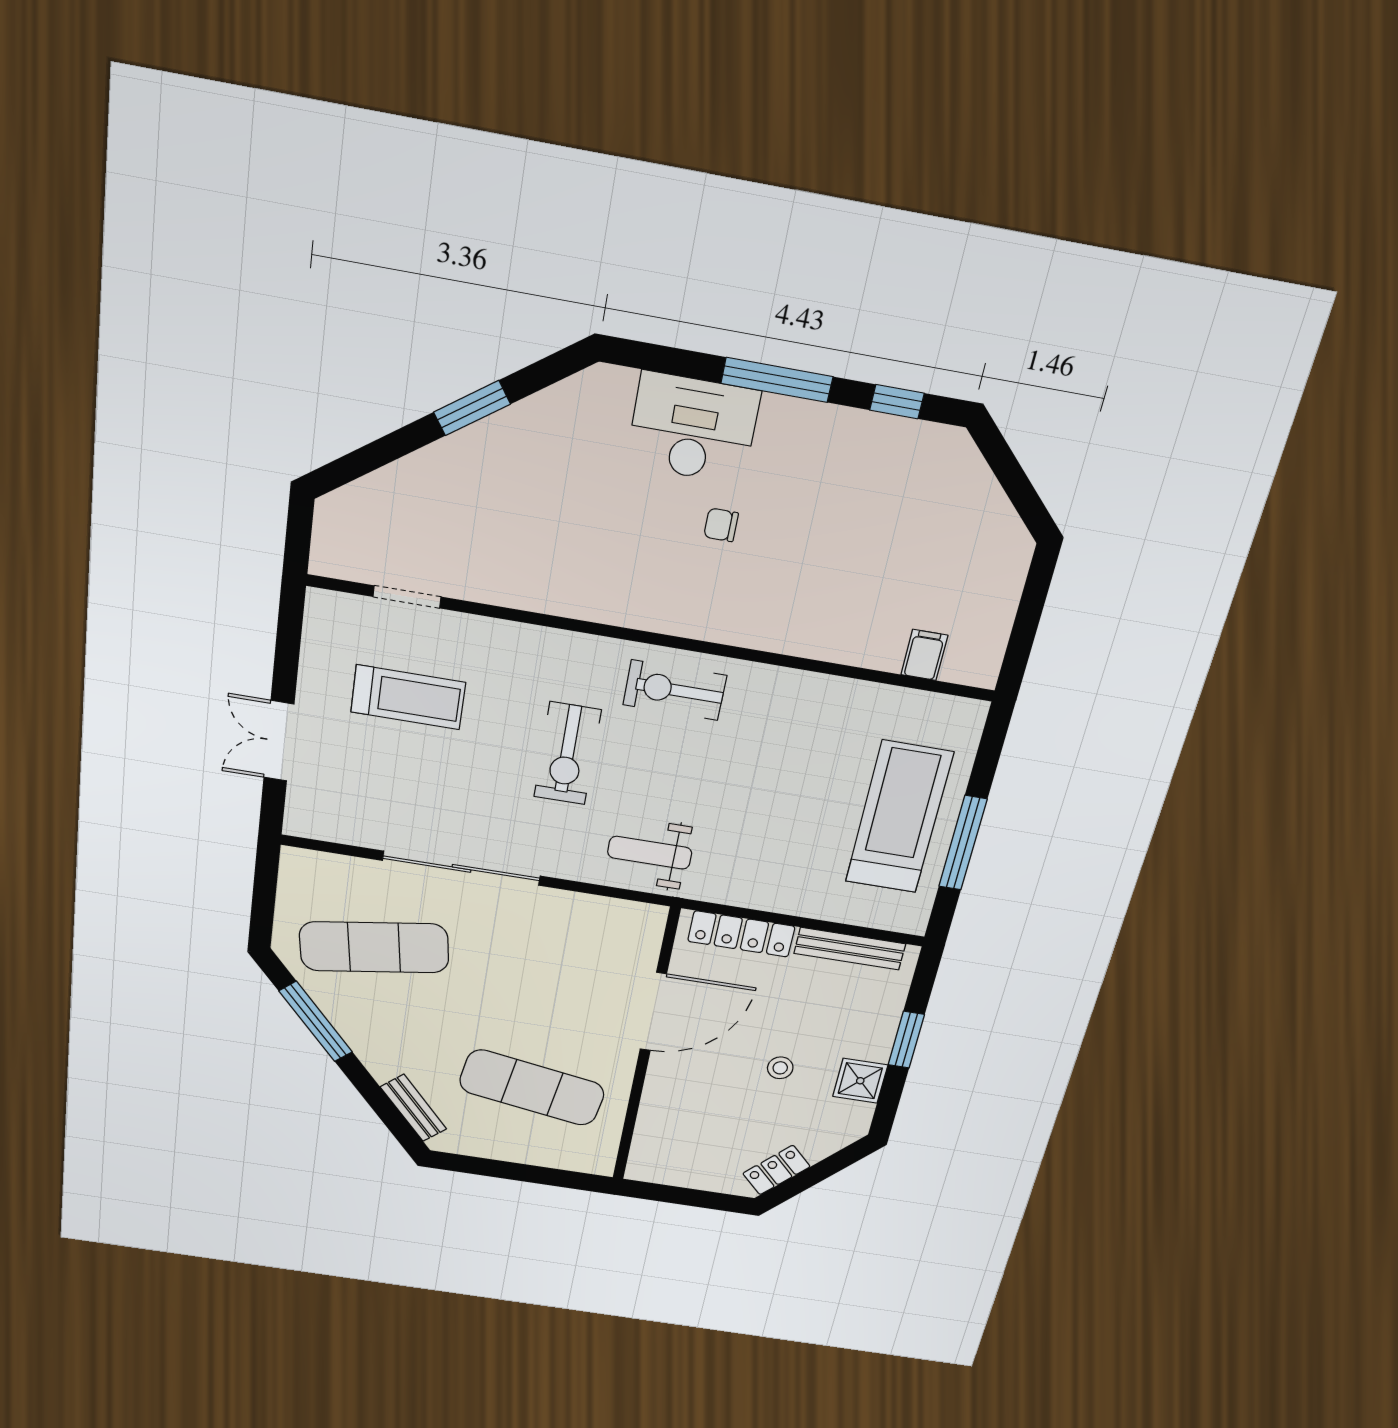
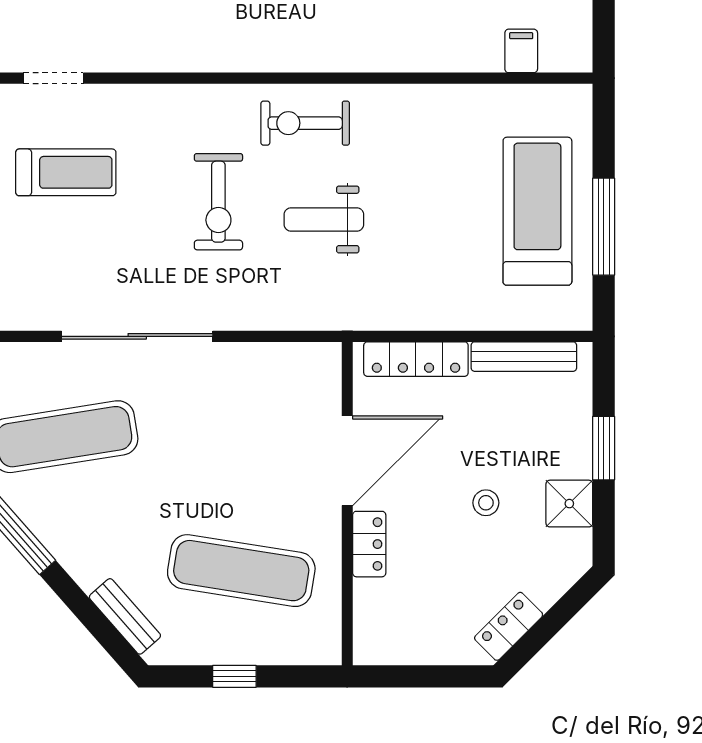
weight bench: (650, 853) -> (324, 219), moved
locker: (660, 1085) -> (369, 544), added
window: (510, 1171) -> (234, 676), added

